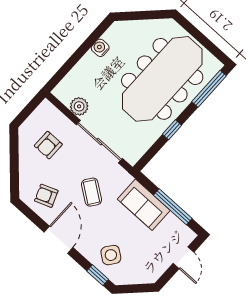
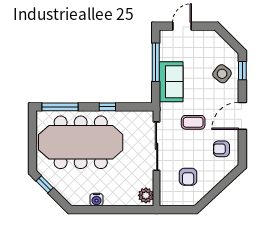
window: (154, 15) -> (45, 184), added
plant: (79, 106) -> (146, 195), moved
armchair: (48, 145) -> (188, 177), turned 90
coffee table: (91, 192) -> (193, 122), turned 54
armchair: (46, 196) -> (221, 149), turned 111

